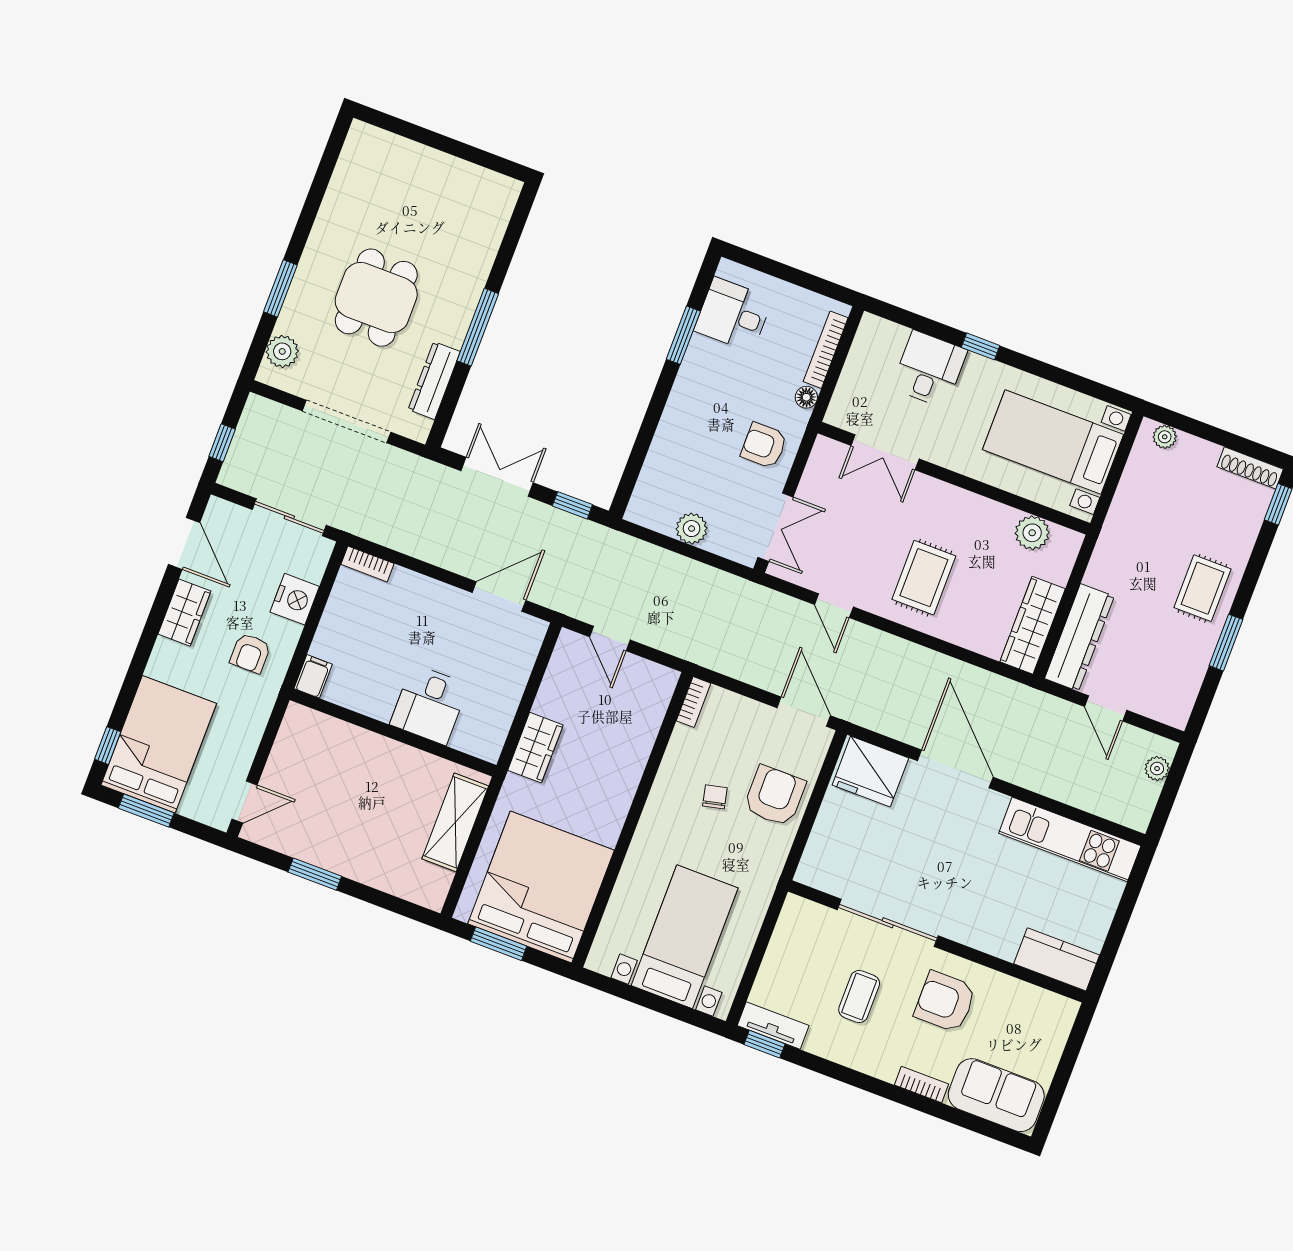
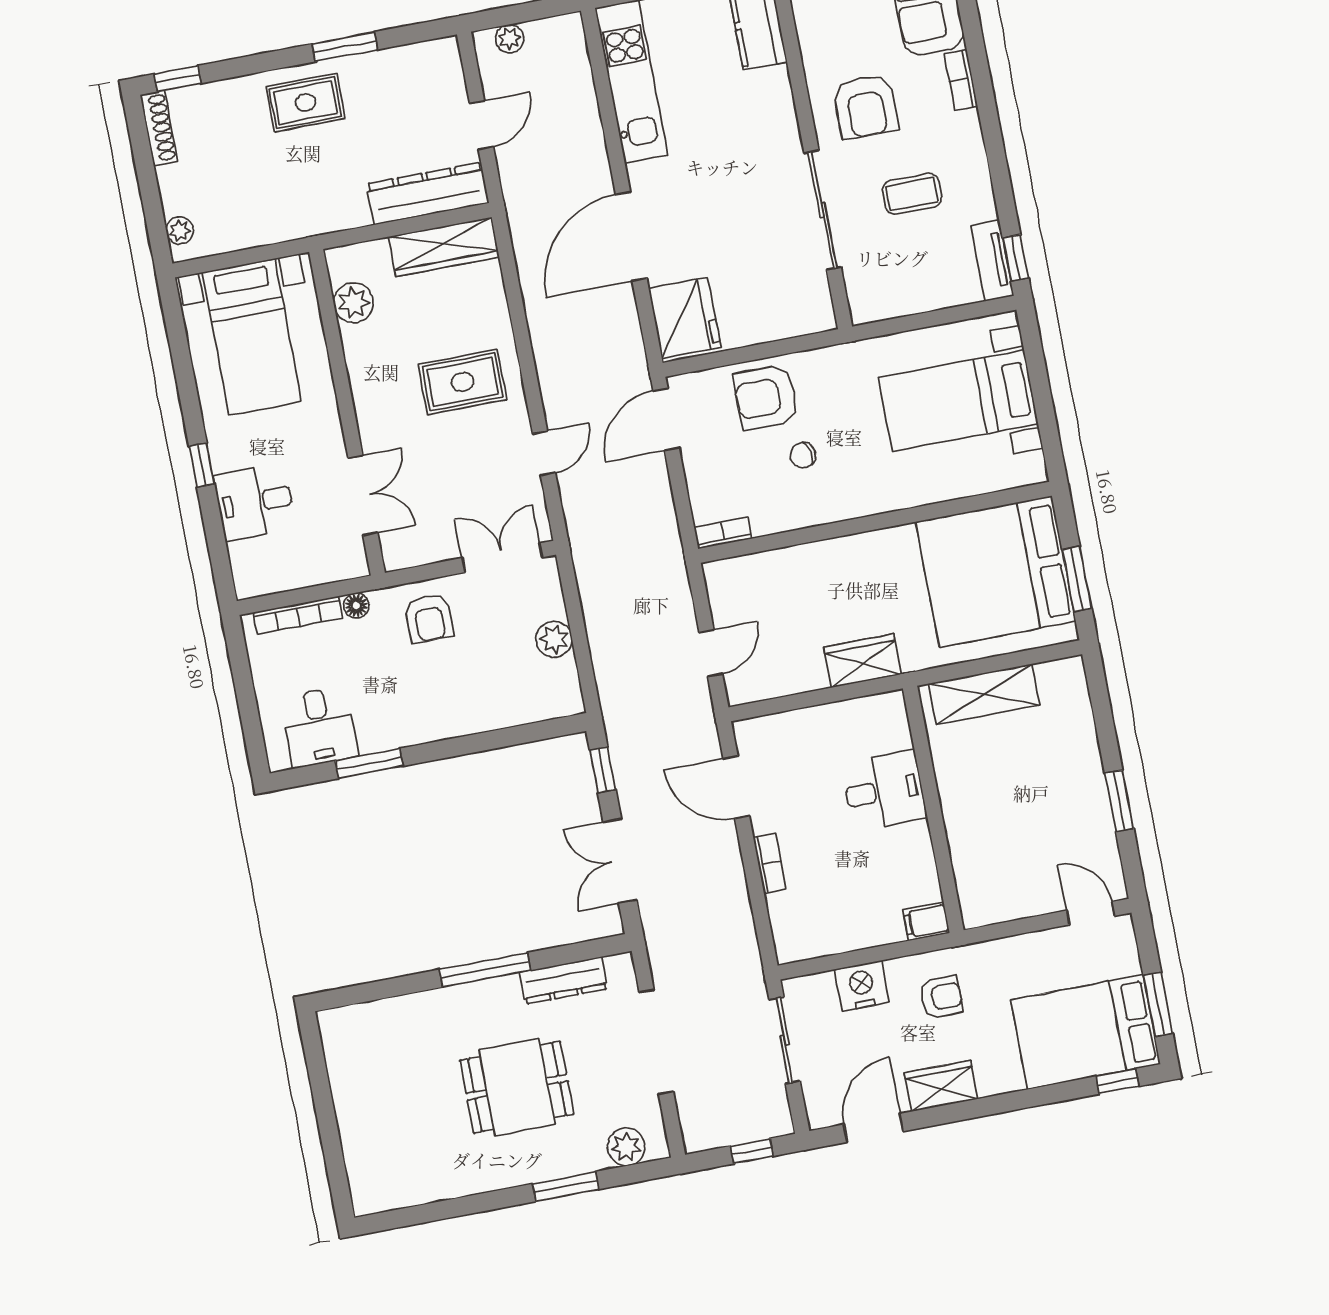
bookcase: (367, 564) -> (770, 863), moved

